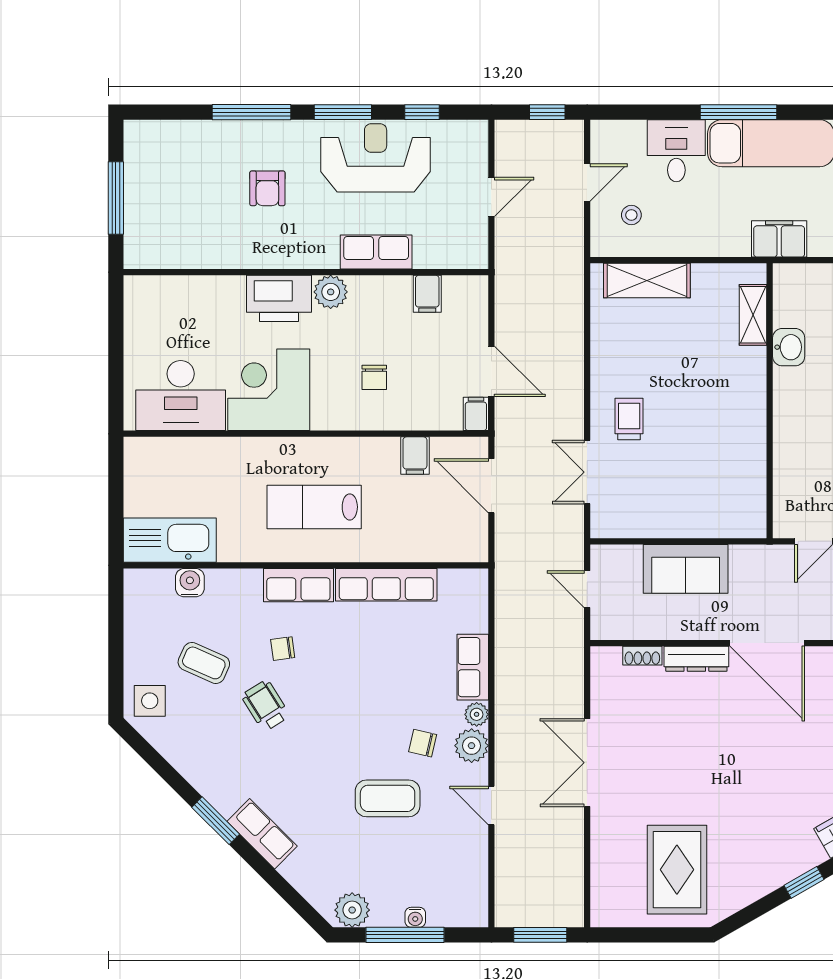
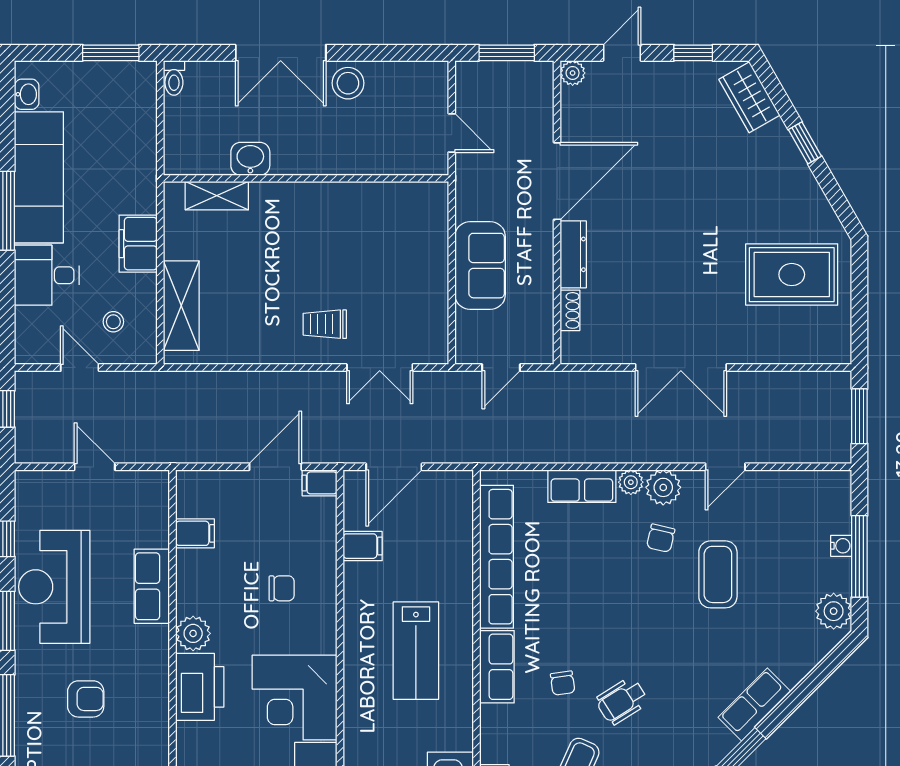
filing cabinet: (779, 239) -> (138, 244), moved
row of seats: (386, 585) -> (496, 557), width x1.36

